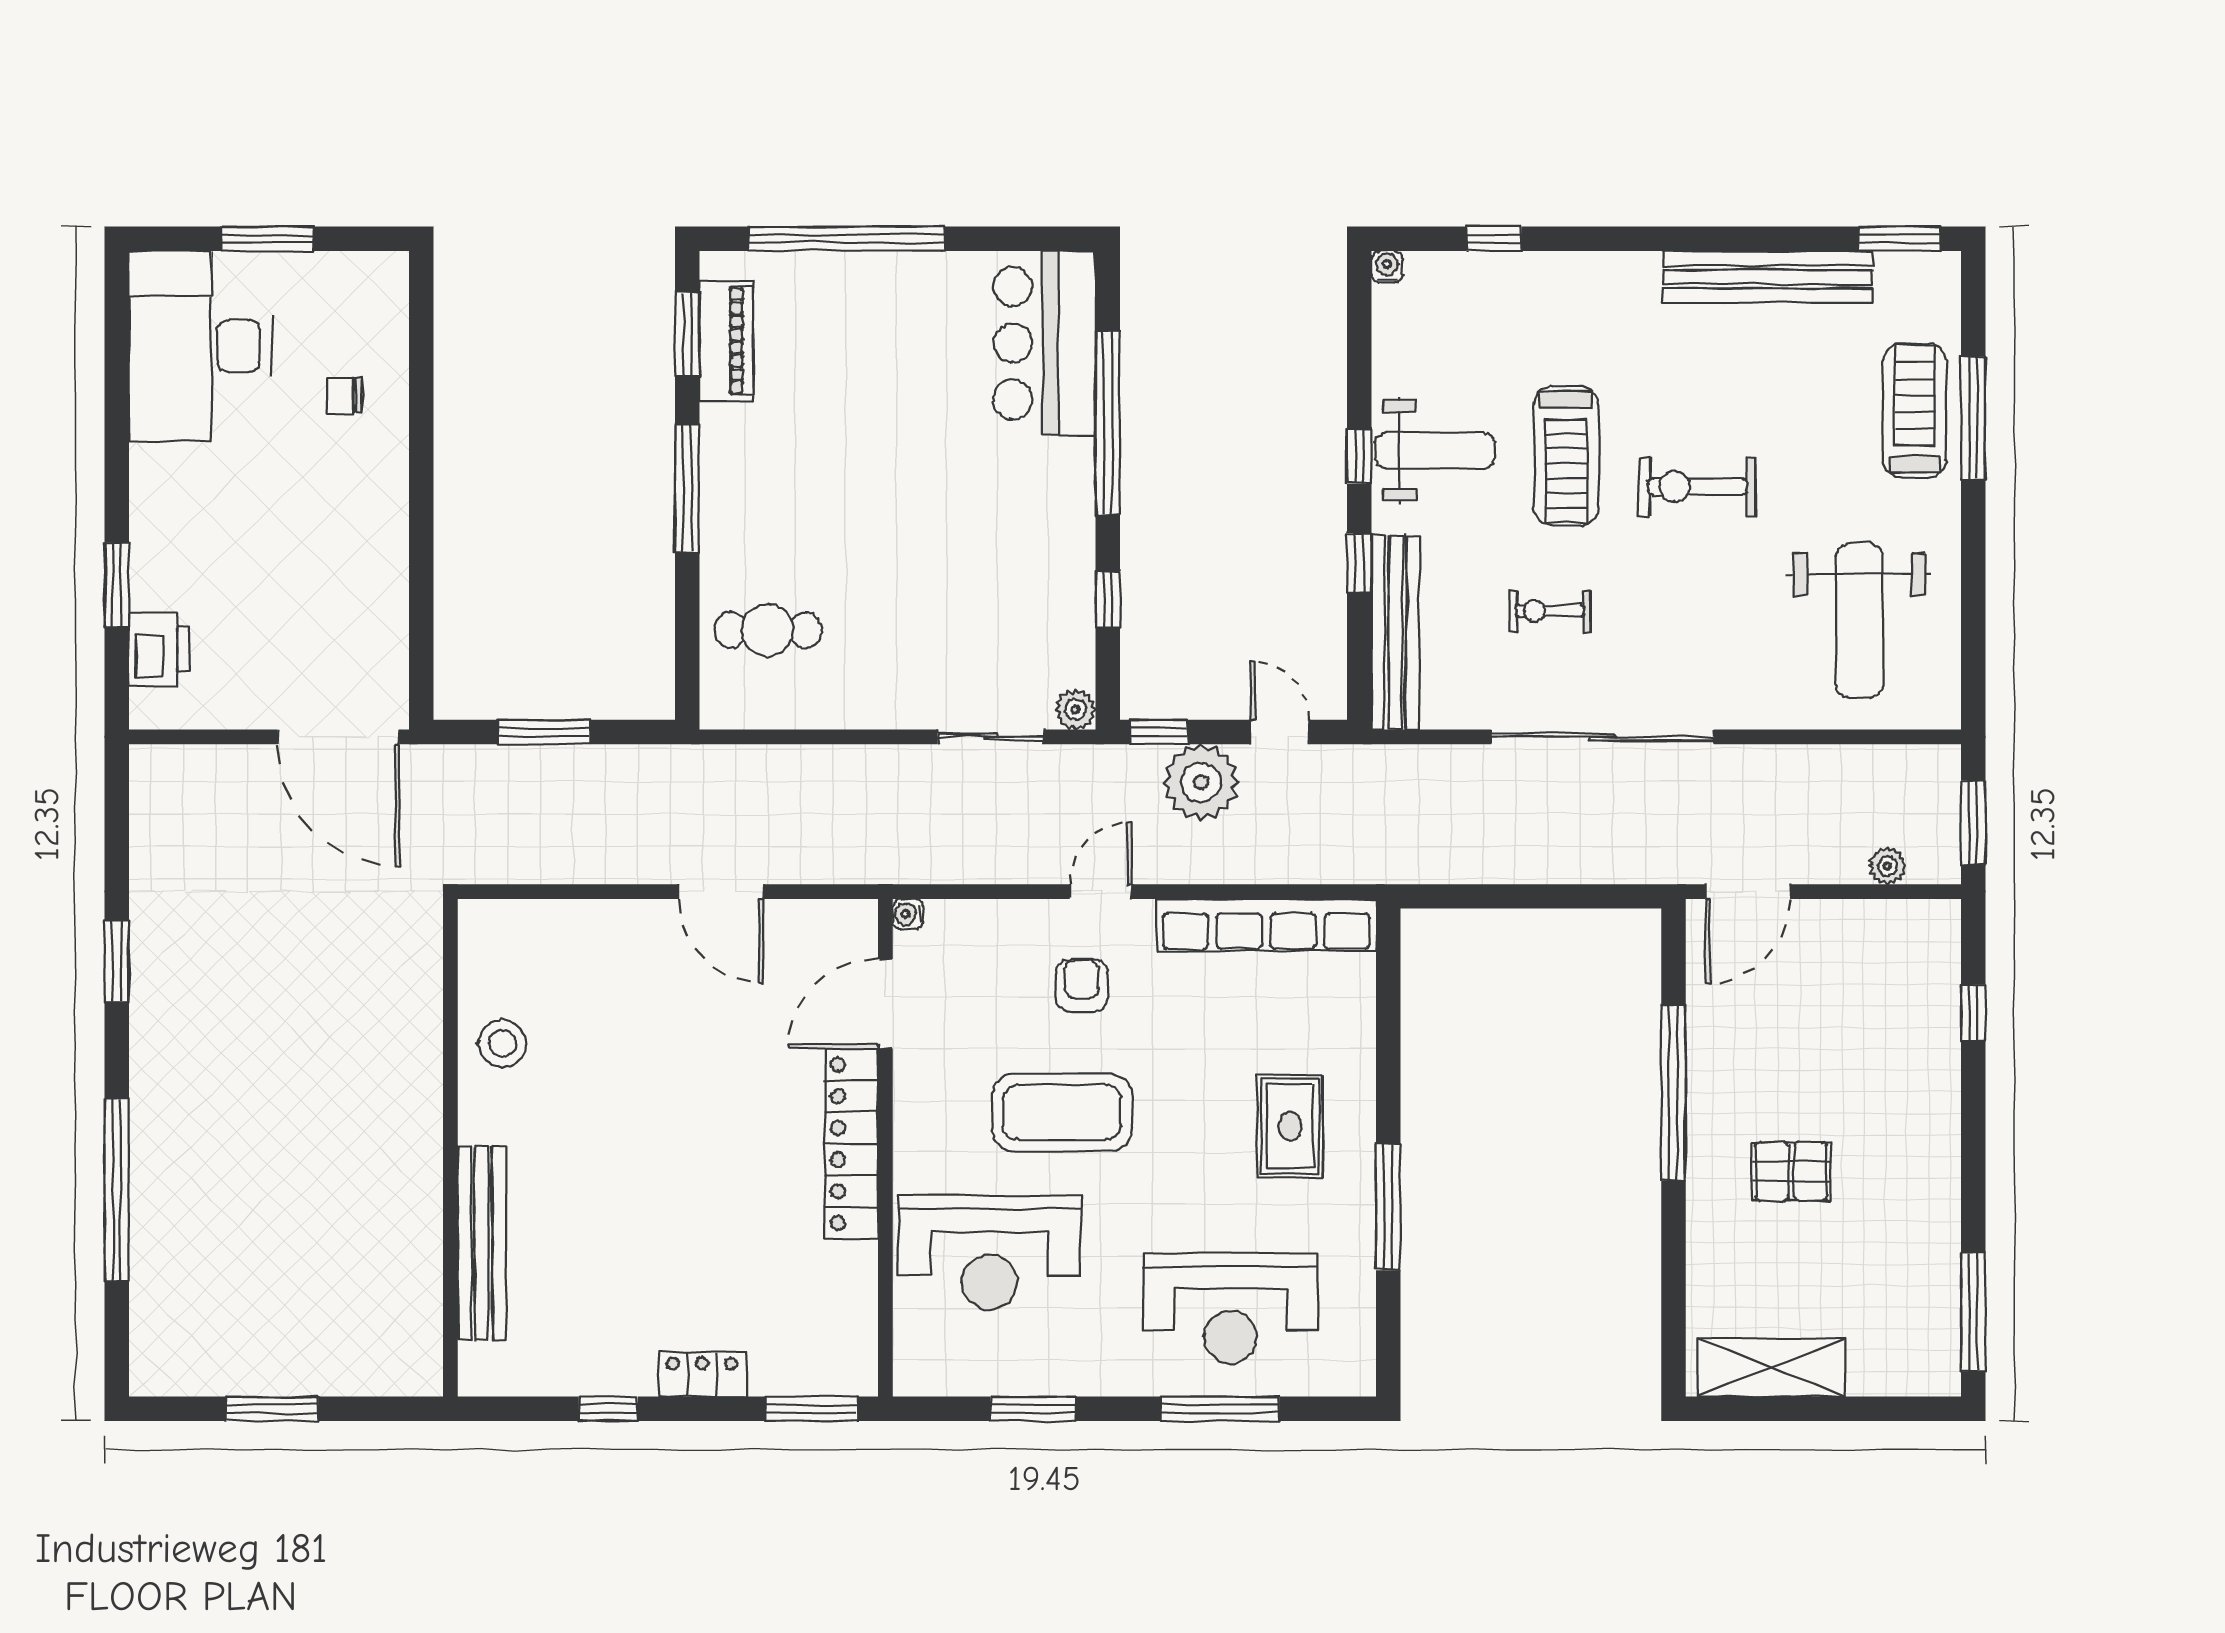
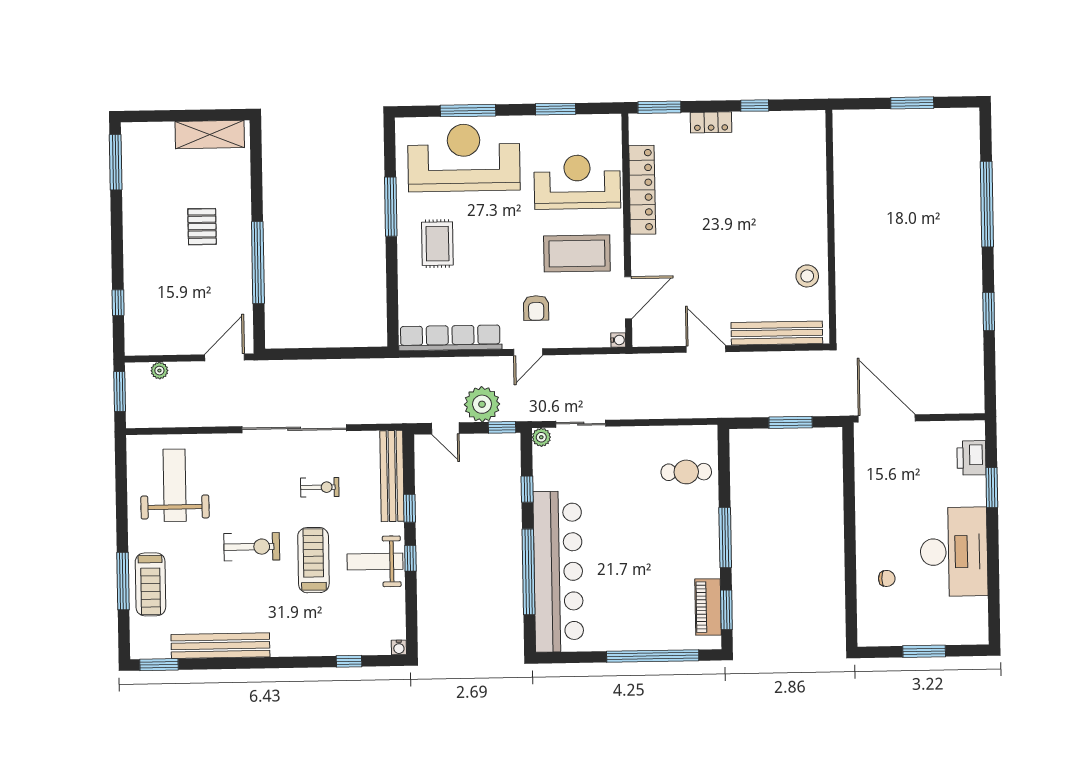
bar counter: (1044, 343) -> (558, 572), width x1.86
desk: (200, 346) -> (954, 552), moved
coffee table: (1062, 1112) -> (577, 253), moved
locker: (851, 1144) -> (642, 190), moved
pallet: (1791, 1171) -> (202, 227), turned 90
bench: (482, 1243) -> (777, 333), moved, turned 90
reception desk: (1230, 1308) -> (464, 158), width x1.36, depth x1.30

